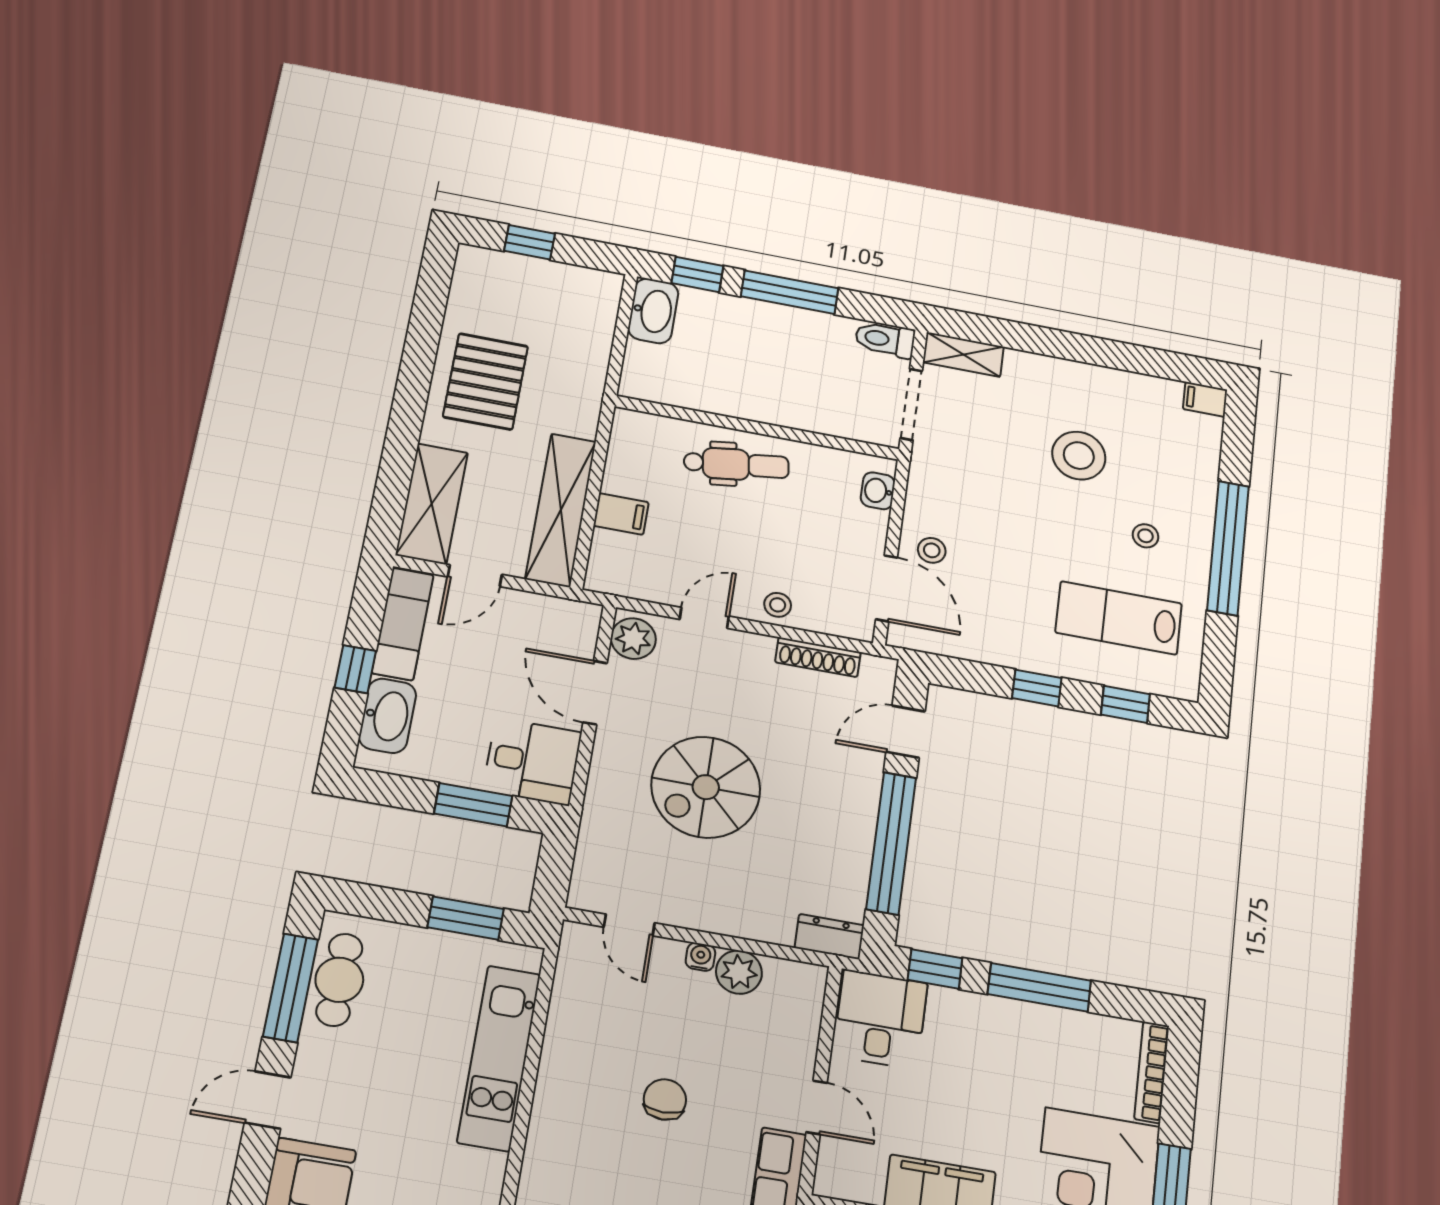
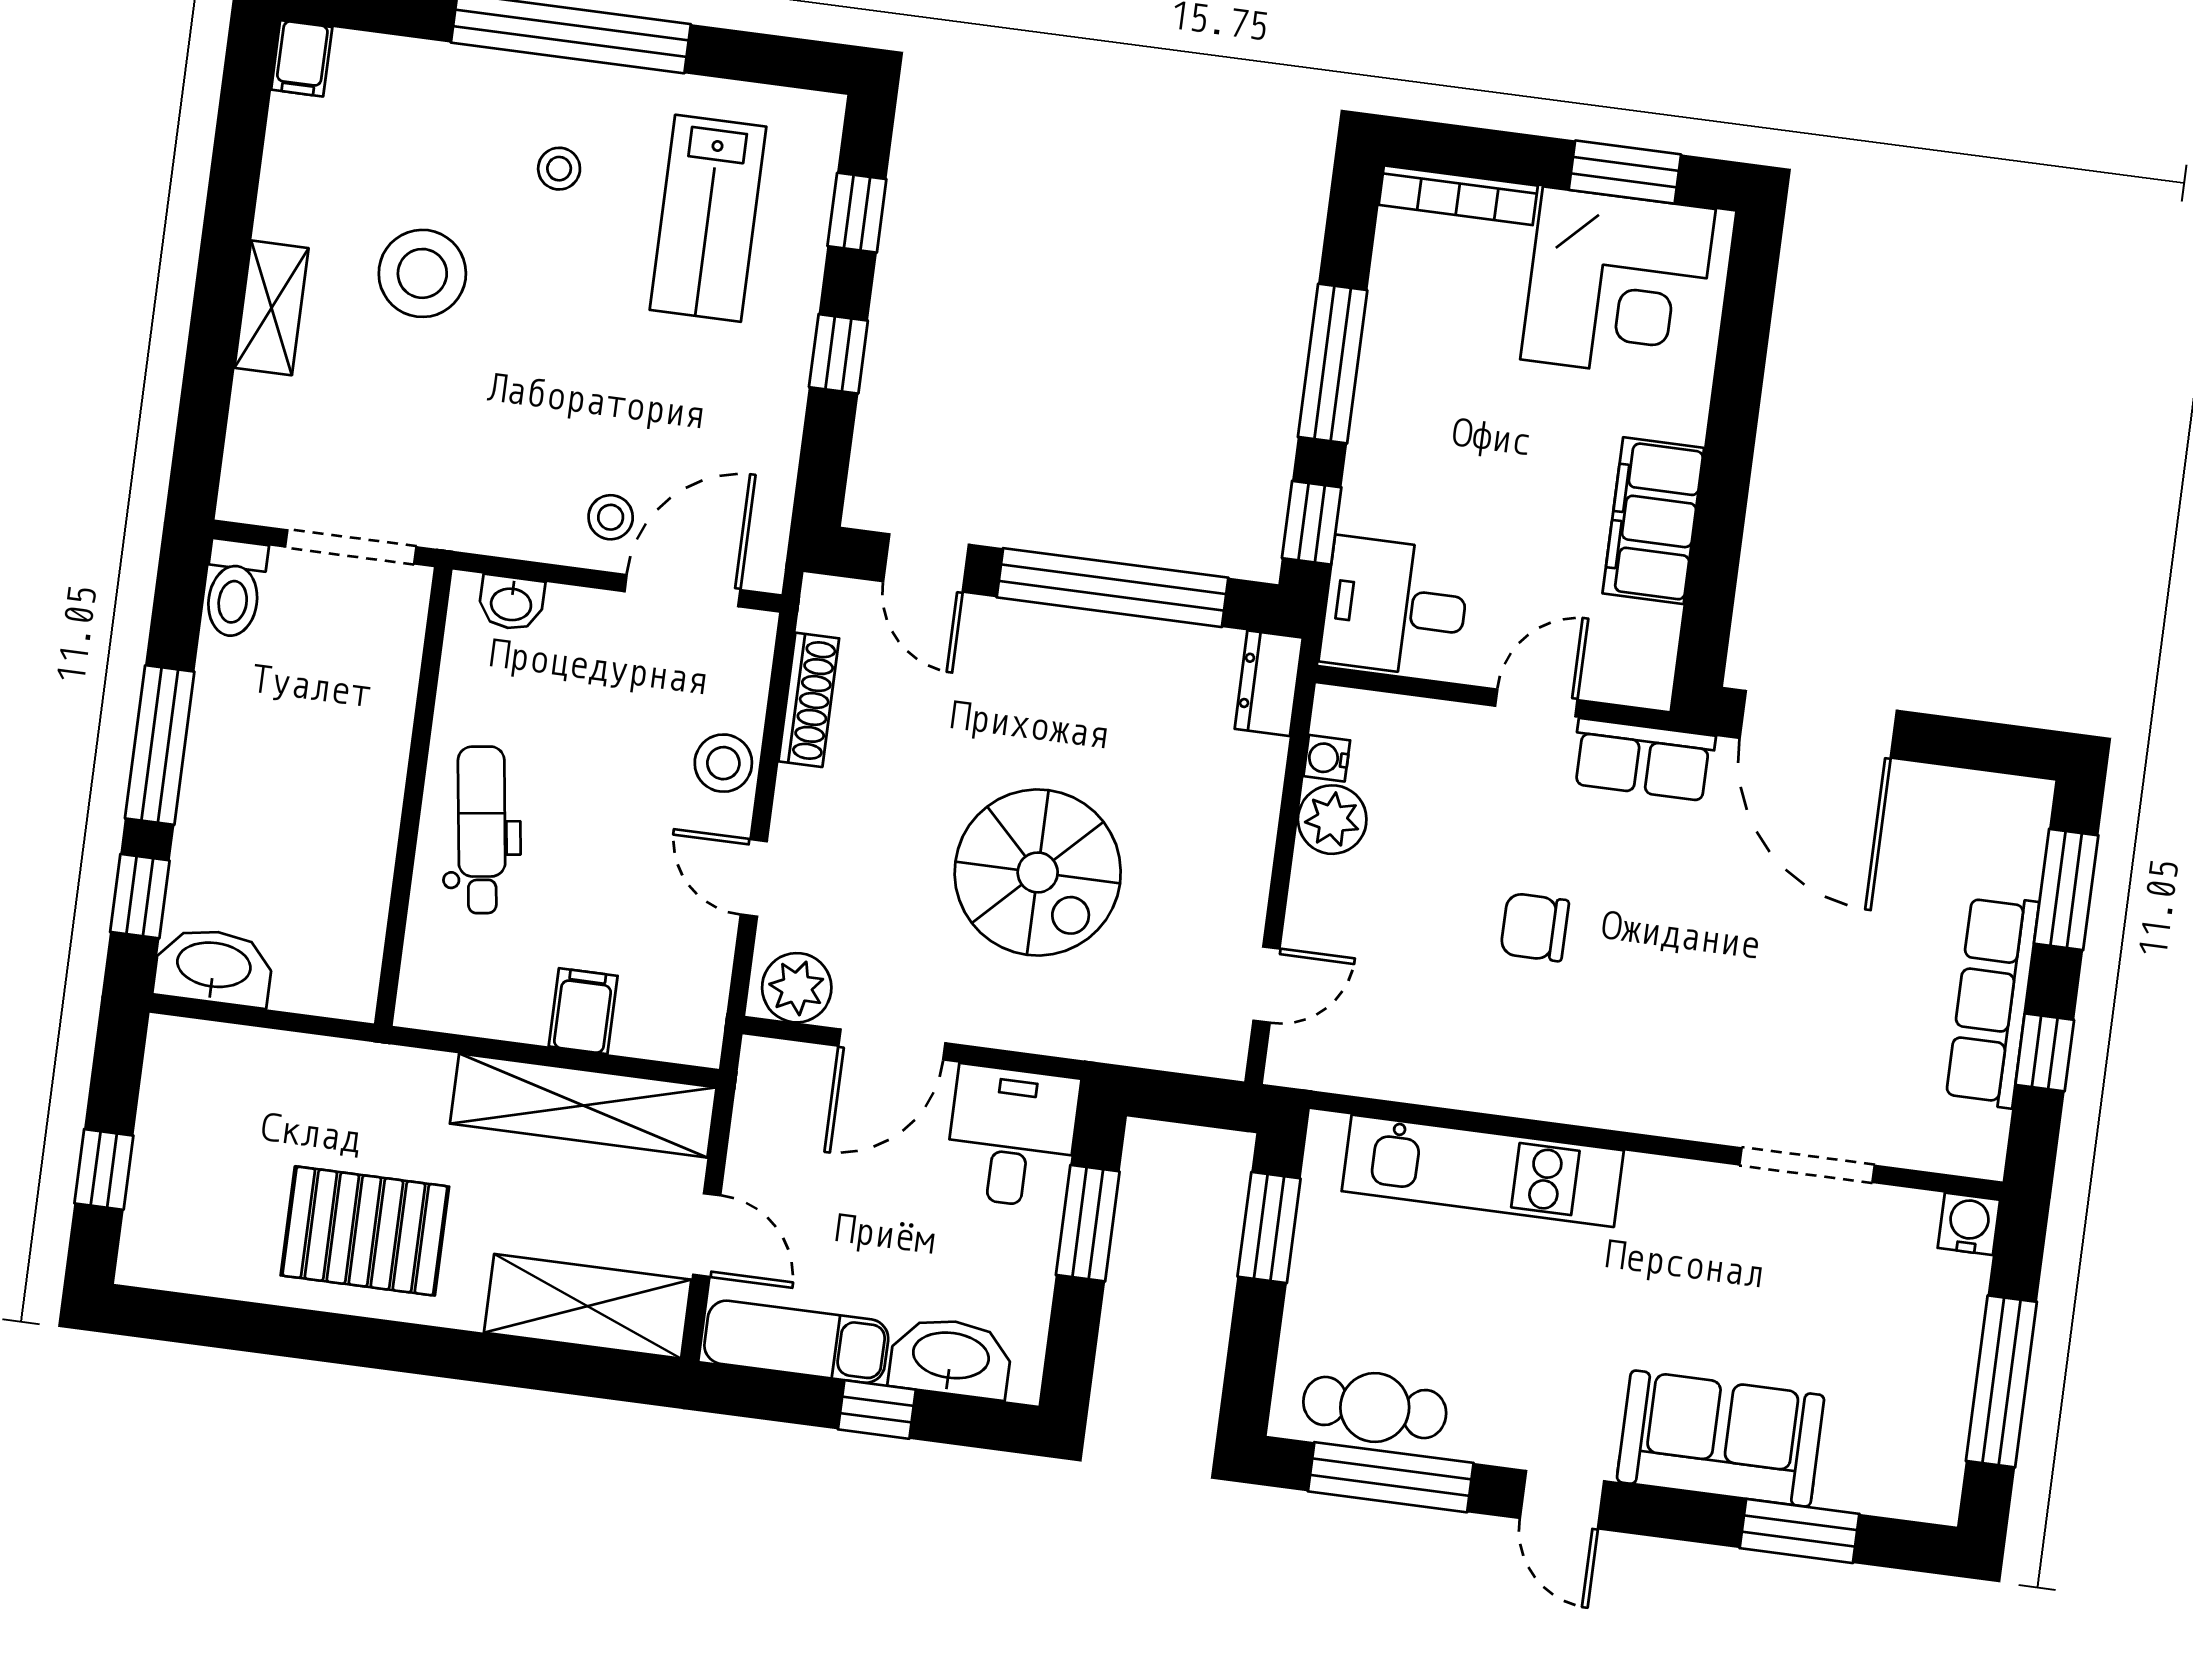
shelving: (963, 355) -> (272, 308), moved
stool: (778, 605) -> (723, 763), width x1.37, depth x1.37
water cooler: (700, 957) -> (1327, 758), moved

